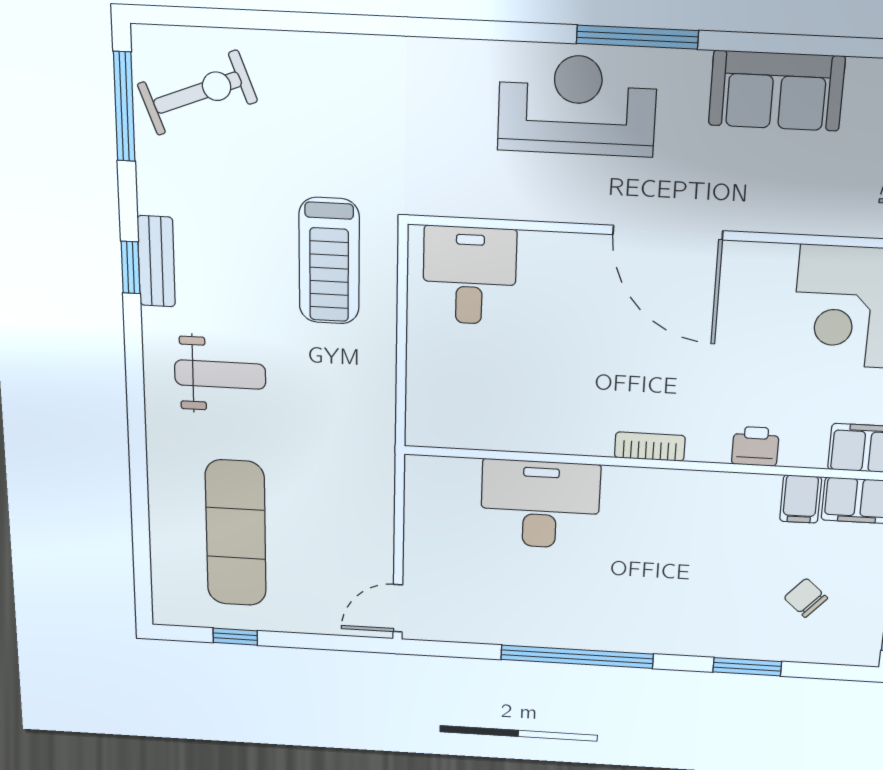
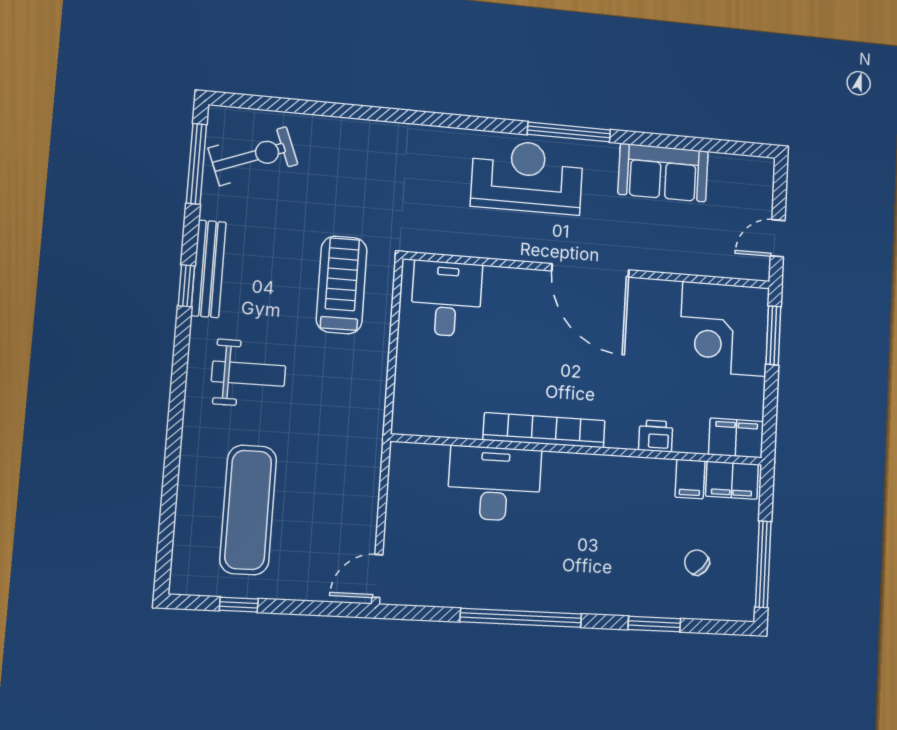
bench: (156, 261) -> (208, 269), width x1.36
treadmill: (329, 261) -> (342, 285), turned 180
bookcase: (650, 447) -> (544, 430), width x2.31, depth x1.31

